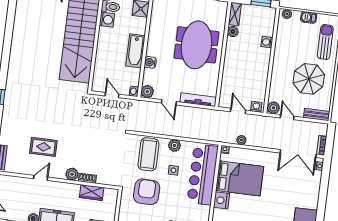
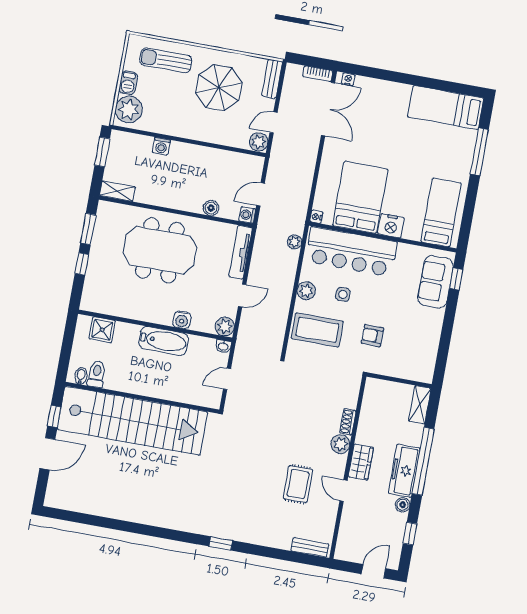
plant: (287, 14) -> (129, 109), width x1.88, depth x1.88
washing machine: (107, 20) -> (115, 380), removed
boiler: (233, 31) -> (211, 208), moved
washing machine: (256, 107) -> (247, 215), moved
plant: (241, 140) -> (295, 242), moved
wardrobe: (92, 192) -> (361, 462), moved
armchair: (147, 192) -> (372, 336), width x0.53, depth x0.53

